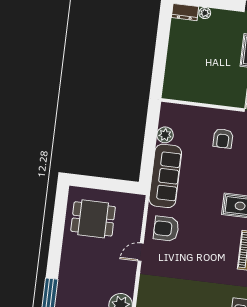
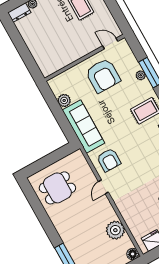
armchair: (223, 138) -> (103, 76), width x1.88, depth x1.88
armchair: (166, 229) -> (109, 160), turned -90

